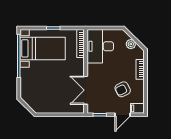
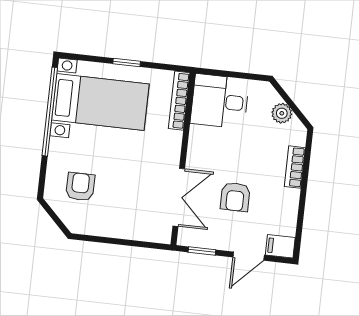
desk: (100, 46) -> (220, 101), width x0.73
armchair: (123, 89) -> (235, 197), moved, turned -63
armchair: (38, 90) -> (80, 187), added
double door: (86, 90) -> (179, 197), swing flipped

